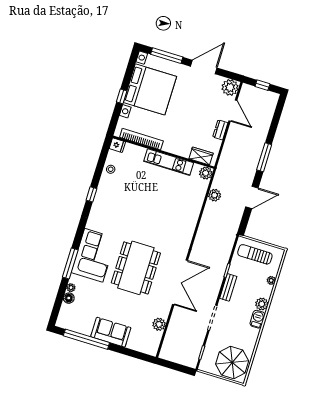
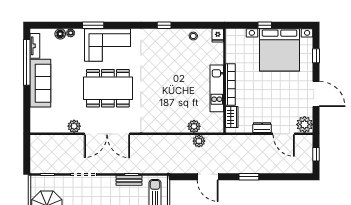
window: (167, 56) -> (316, 56), width x0.46
door: (233, 111) -> (284, 134), hinge flipped
bookcase: (141, 139) -> (230, 85), moved
window: (264, 157) -> (249, 177), width x0.69
plant: (206, 173) -> (194, 126), moved
window: (70, 263) -> (93, 25), width x0.69
bench: (228, 287) -> (129, 181), moved
plant: (159, 324) -> (74, 126), moved
tv unit: (73, 326) -> (35, 46), added
sofa: (111, 332) -> (40, 83), width x1.36

